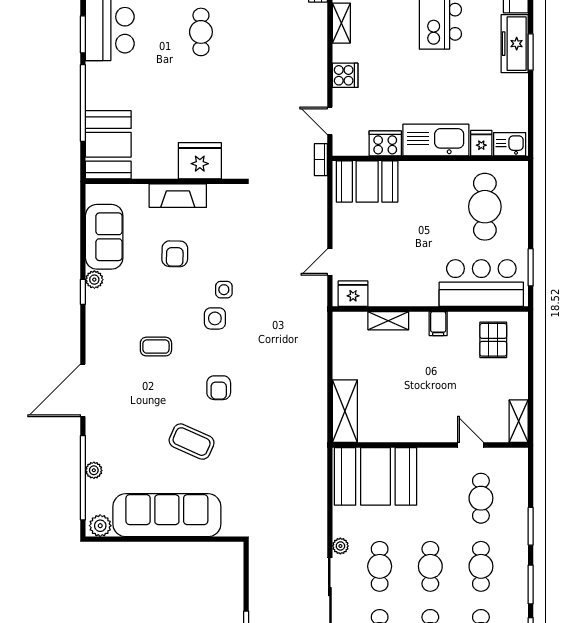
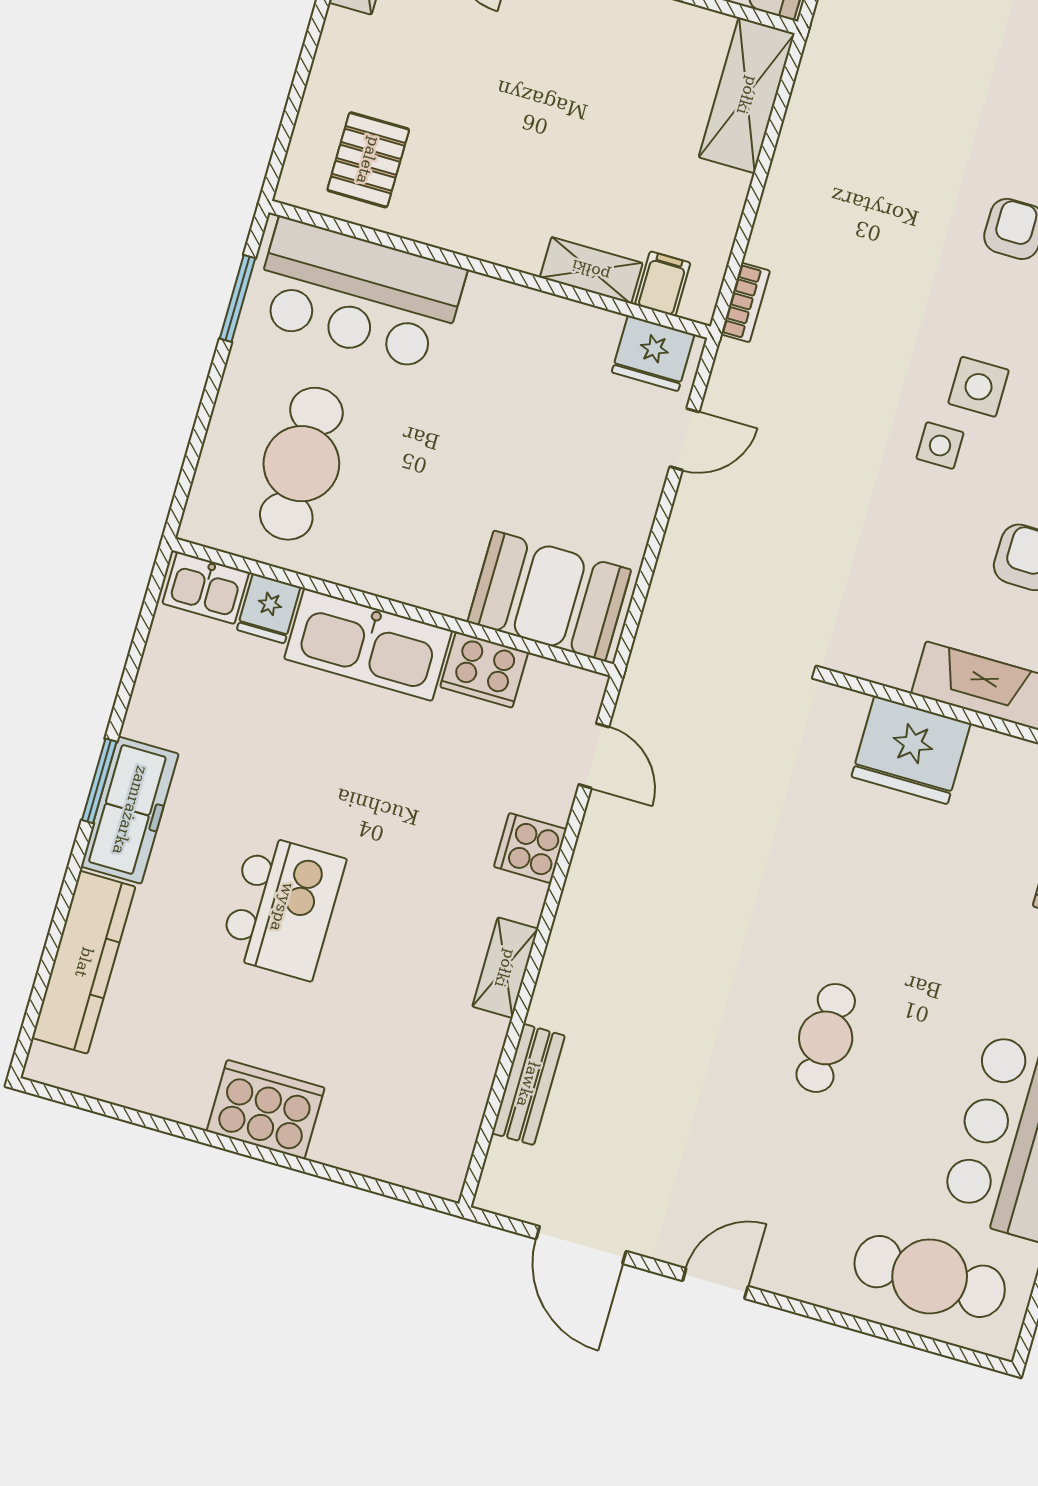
bookcase: (321, 160) -> (745, 302), moved
filing cabinet: (438, 324) -> (663, 284), moved

